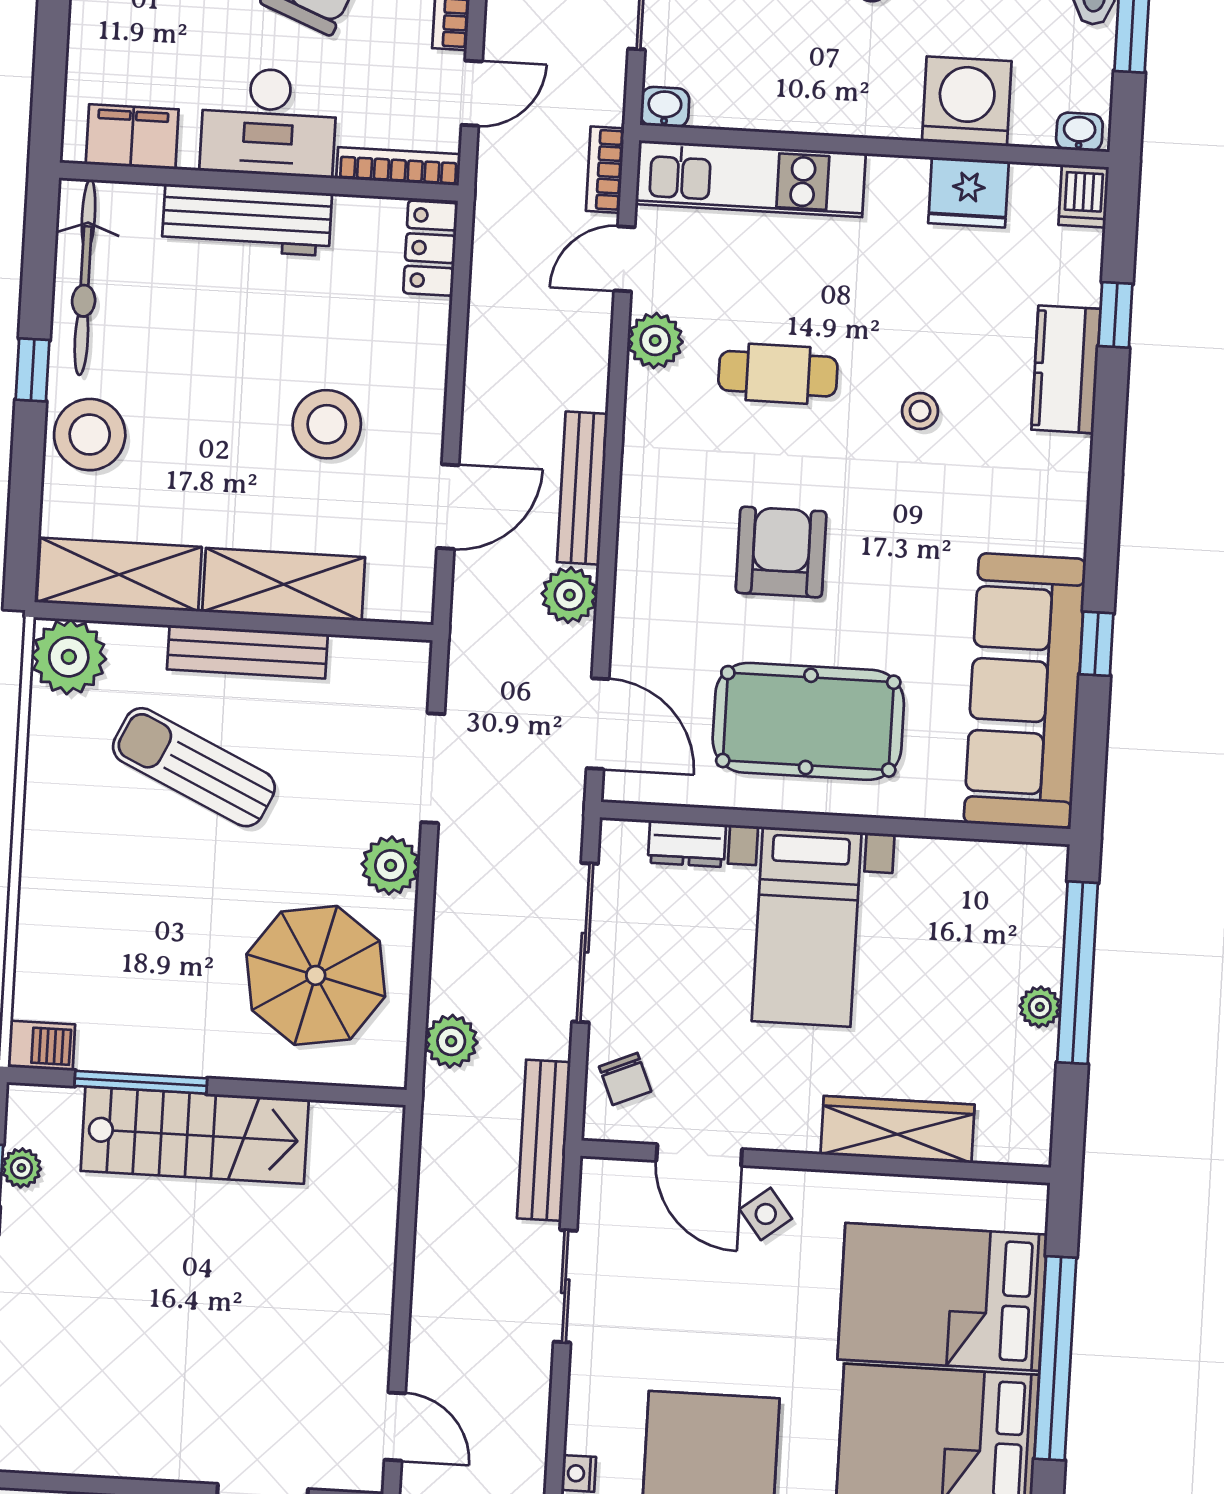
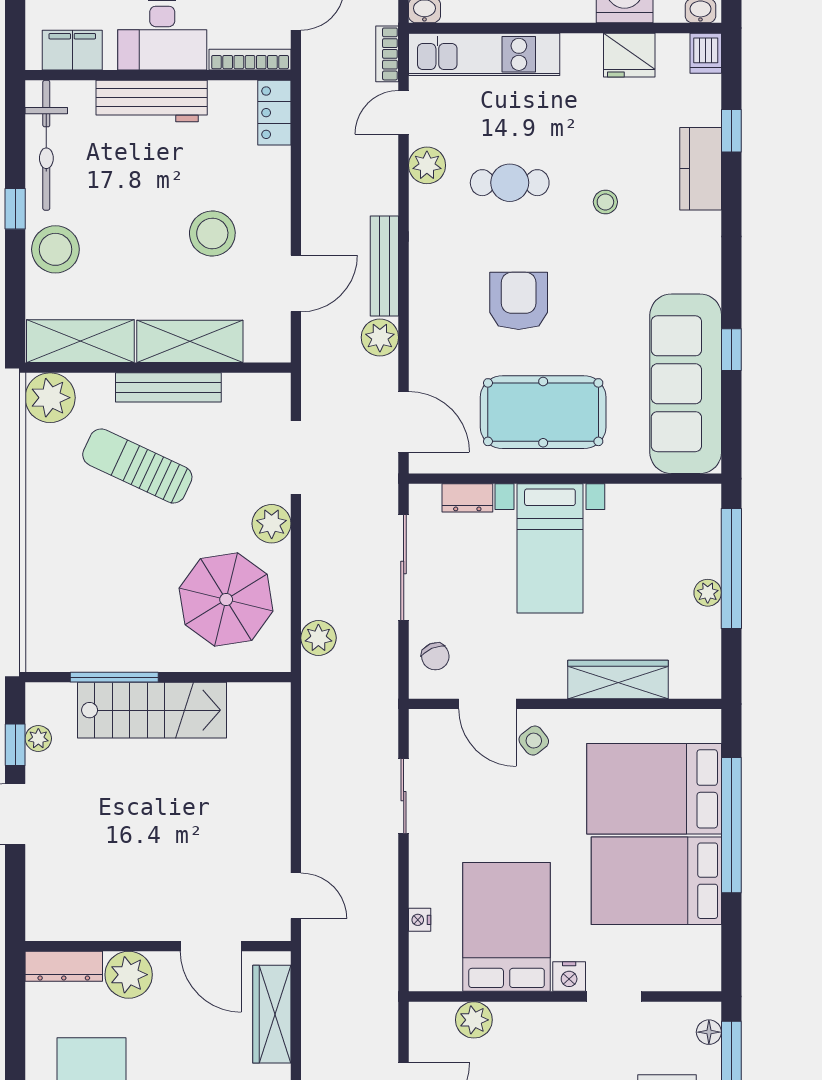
barbecue: (41, 1046) -> (47, 657), removed
bench: (544, 1140) -> (384, 700), removed

